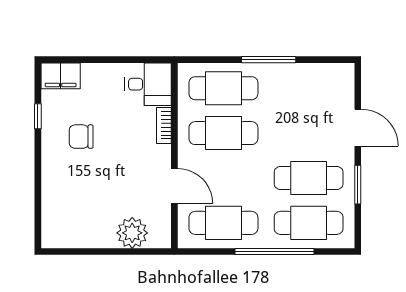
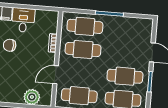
desk: (148, 84) -> (23, 20), moved, turned -90
door: (174, 186) -> (55, 75), swing flipped

